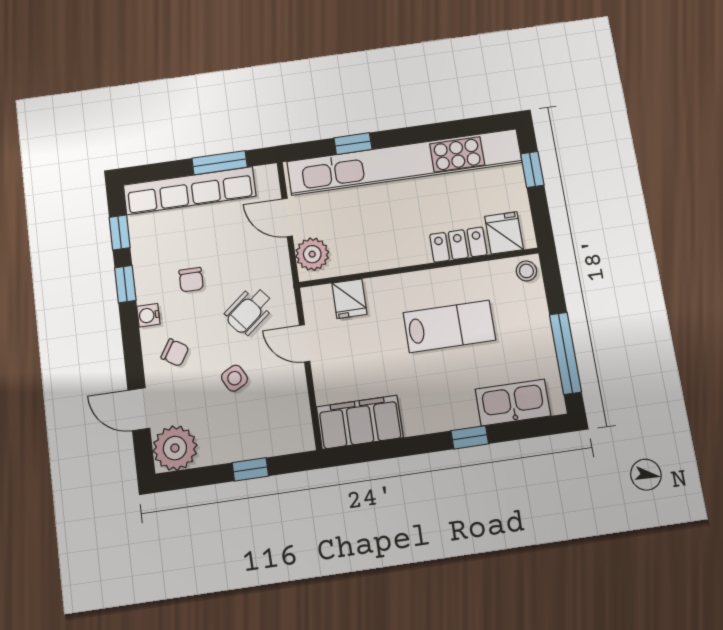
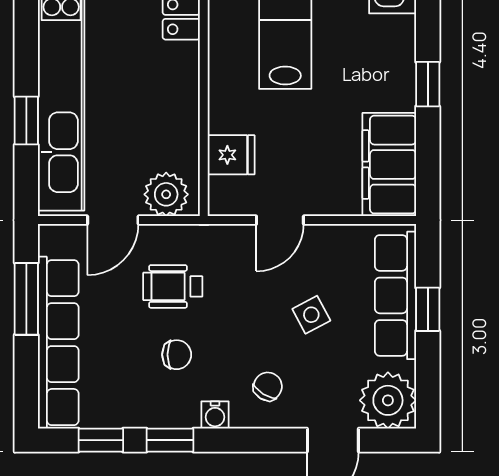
wheelchair: (249, 311) -> (173, 286), moved, turned 129
window: (470, 437) -> (428, 84), moved
row of seats: (258, 442) -> (395, 295), added

